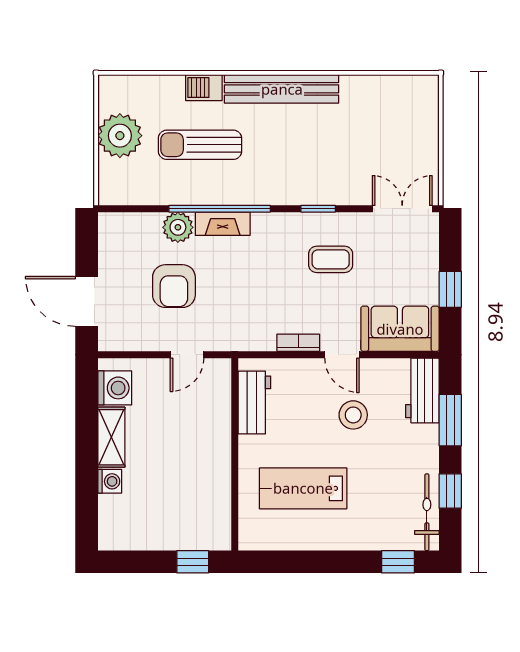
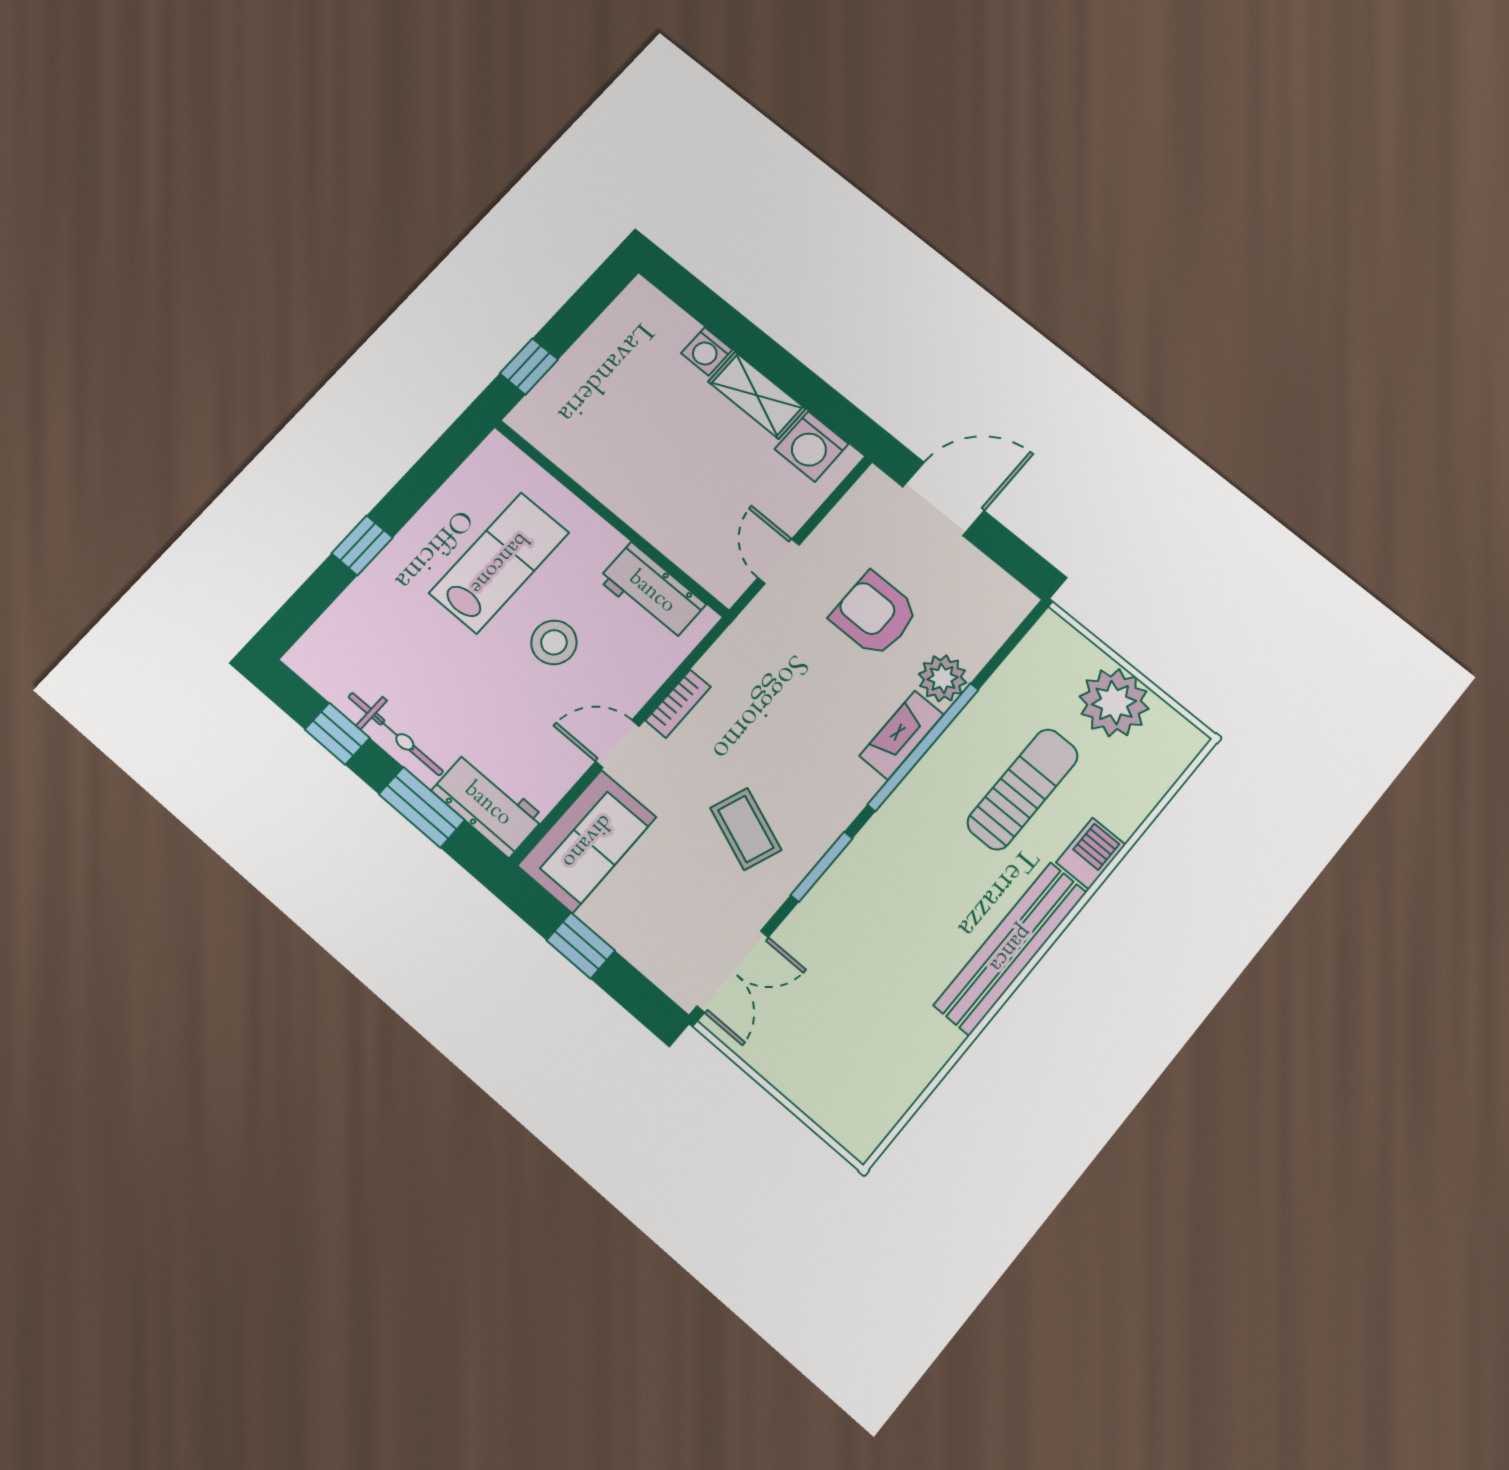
window: (318, 209) -> (822, 867), width x1.50
coffee table: (331, 259) -> (746, 829), turned -69
stool: (353, 415) -> (554, 642), moved
bicycle: (427, 512) -> (396, 734), moved
window: (398, 562) -> (362, 545), moved

